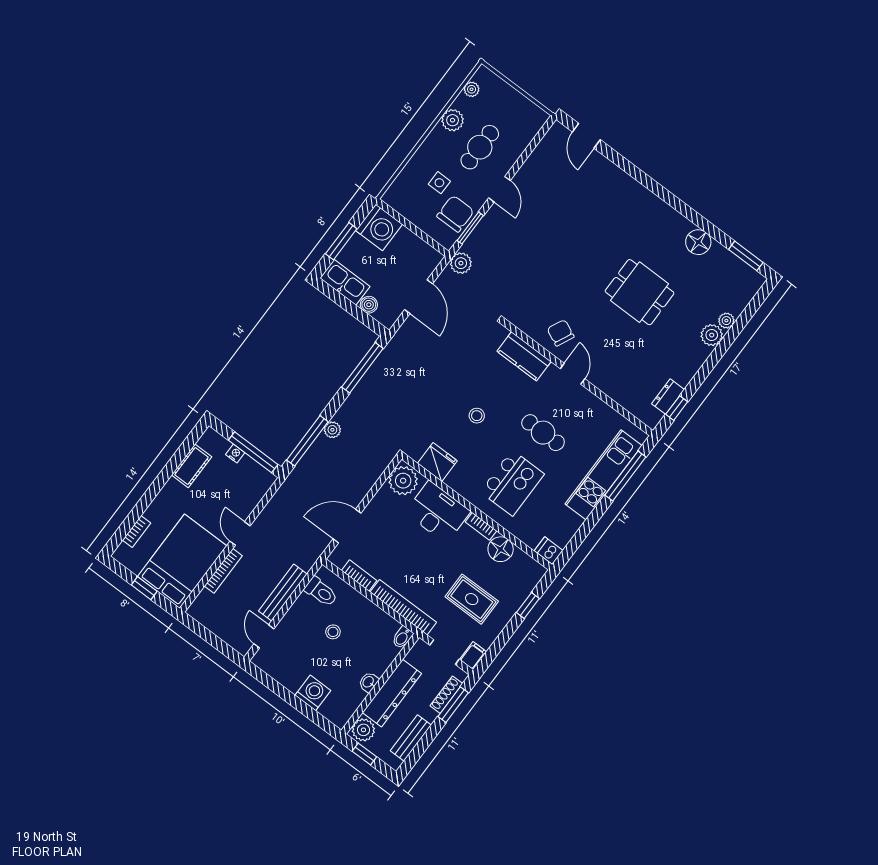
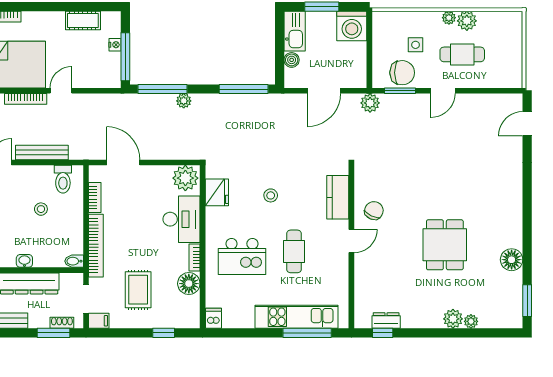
plant: (472, 89) -> (449, 18), moved
shoe rack: (446, 695) -> (62, 323), width x0.70

